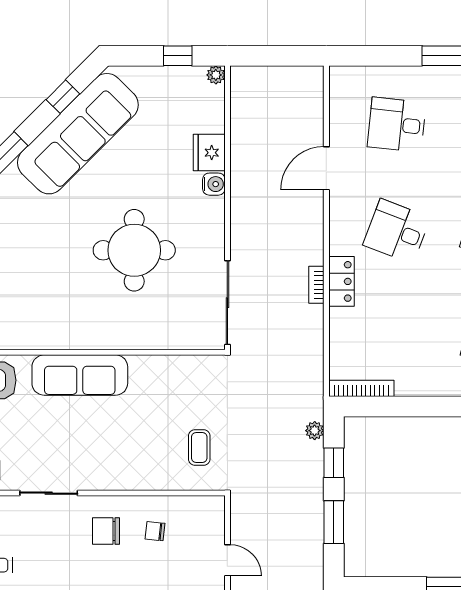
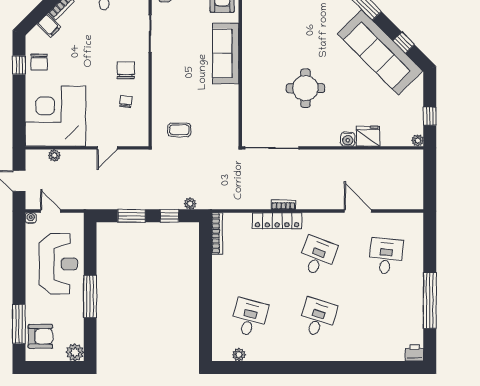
round table: (134, 250) -> (305, 88), width x0.73, depth x0.73
locker: (341, 281) -> (277, 221), width x1.53

